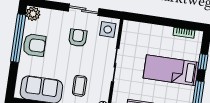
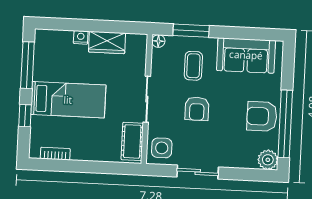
cot: (128, 36) -> (132, 141), added
armchair: (78, 38) -> (197, 109), moved

